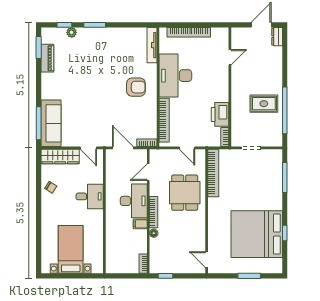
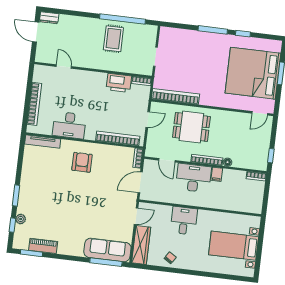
desk: (175, 76) -> (69, 125), width x0.73, depth x0.77
window: (285, 177) -> (213, 30), moved
bed: (257, 234) -> (253, 73), moved, turned 90

